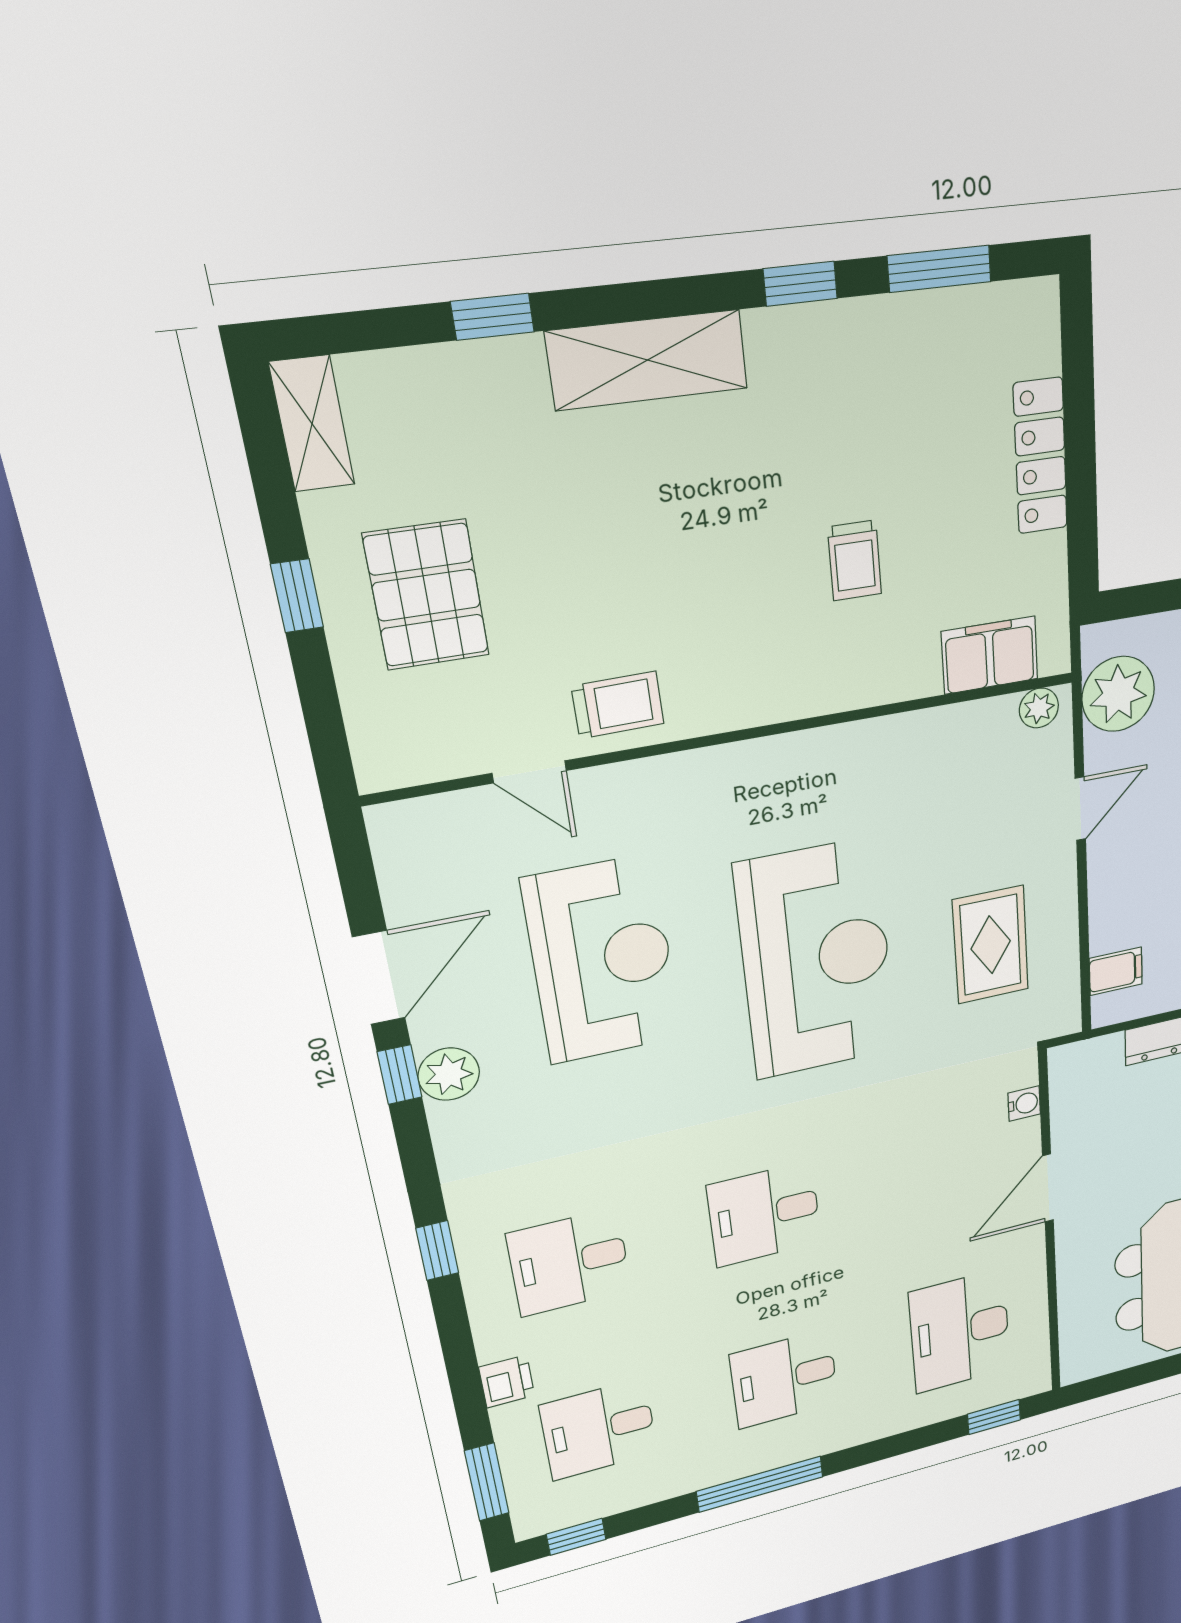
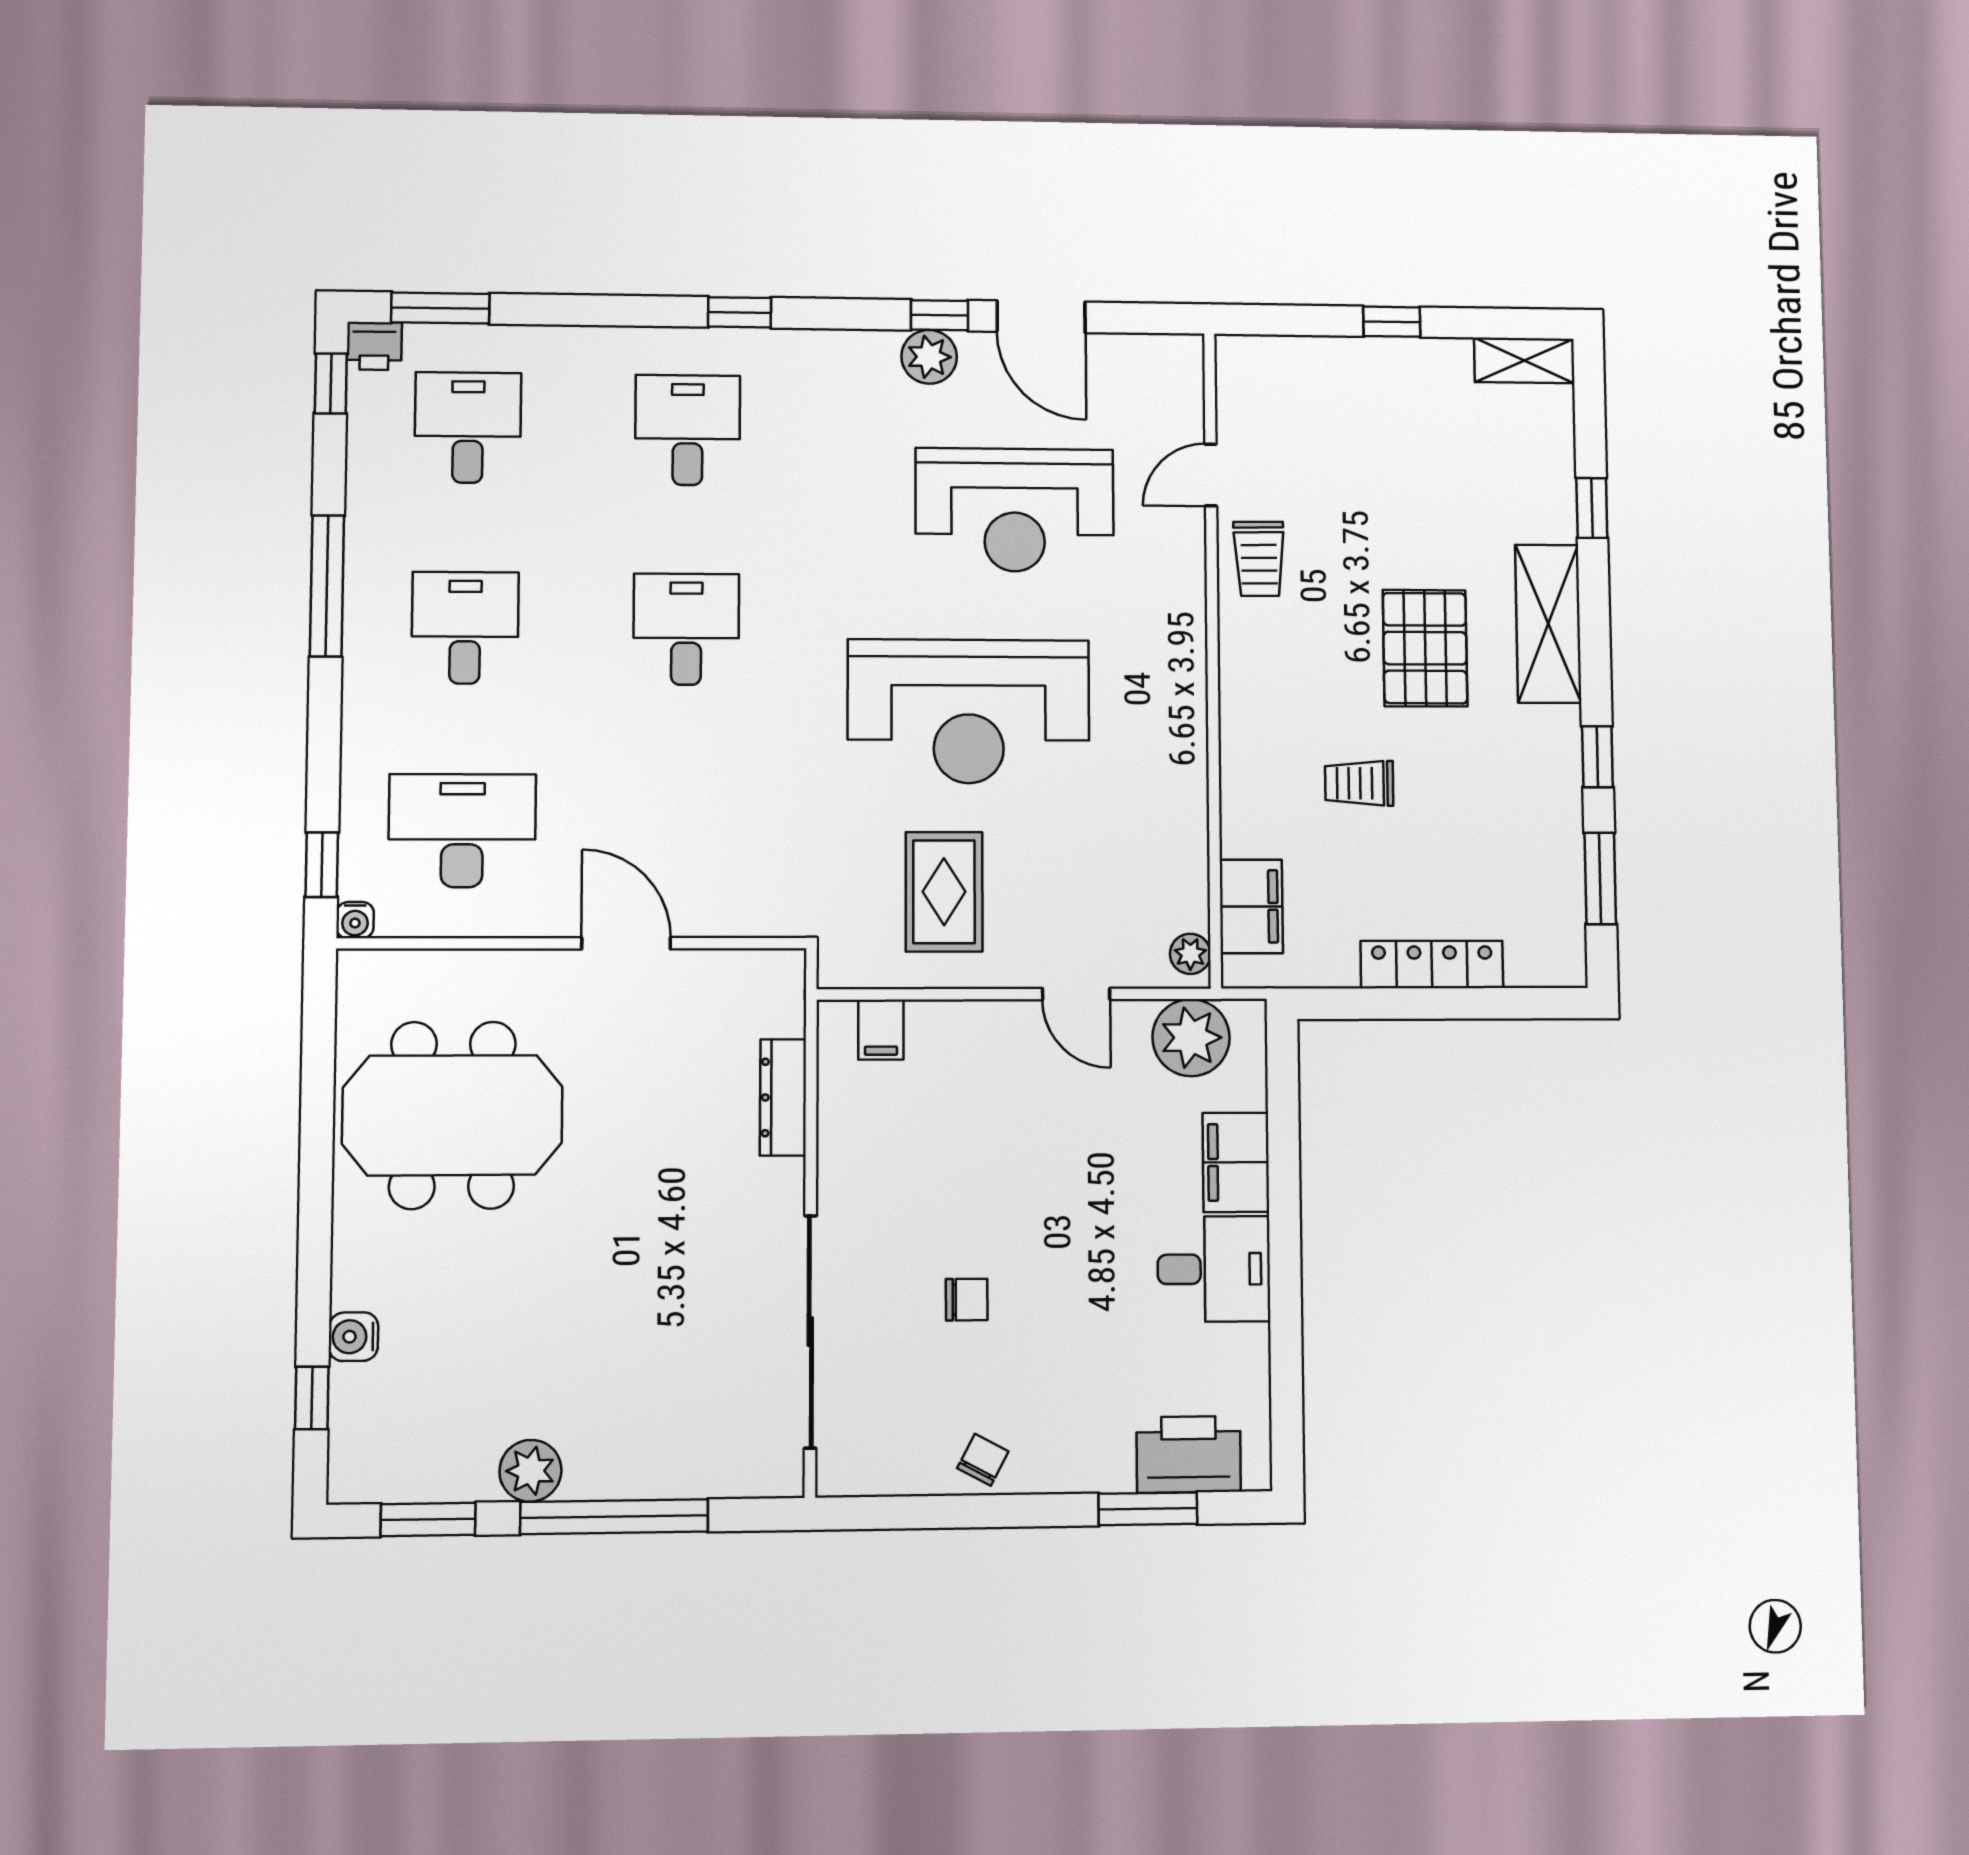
pallet: (427, 595) -> (1425, 648), moved, turned 90
rug: (991, 945) -> (944, 892), turned 90
water cooler: (1024, 1104) -> (355, 920), moved
printer: (507, 1381) -> (374, 346), moved

